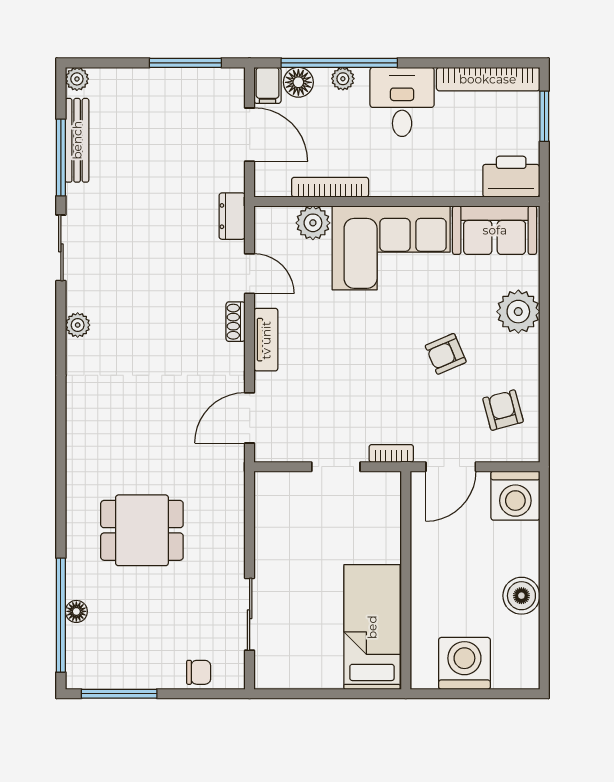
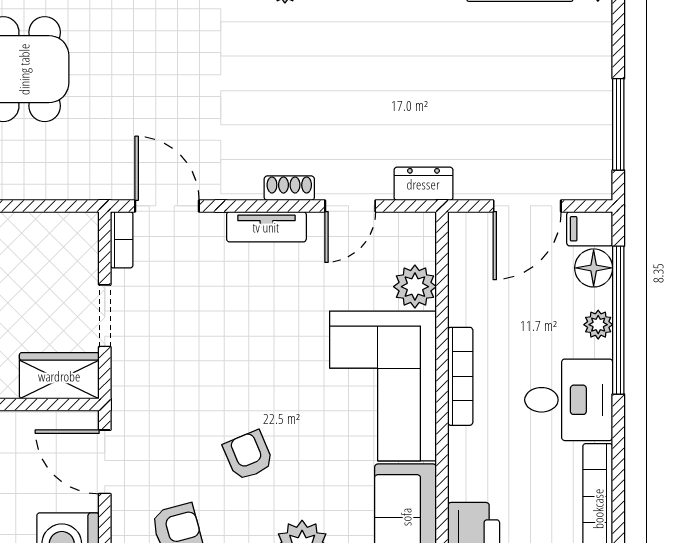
bookcase: (330, 187) -> (460, 376), moved
bookcase: (391, 453) -> (122, 240), moved
wardrobe: (383, 502) -> (59, 376), added

